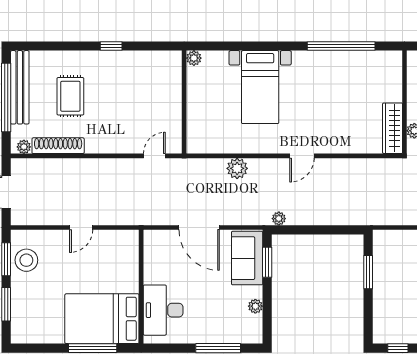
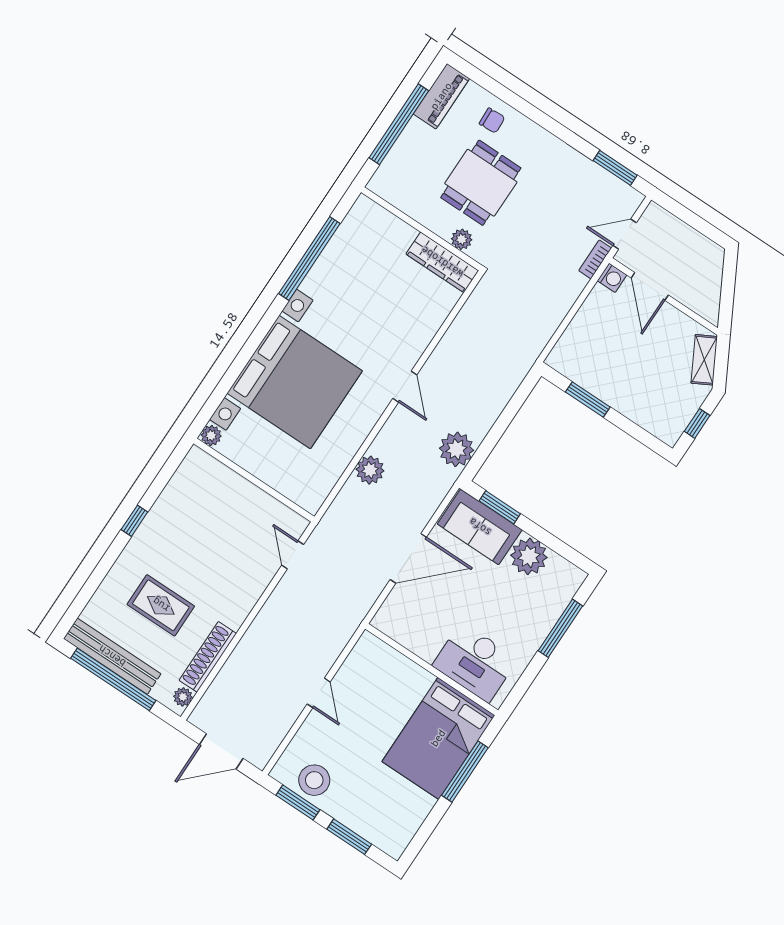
bed with nightstands: (260, 87) -> (295, 382), width x1.85
plant: (279, 219) -> (456, 449), width x1.87, depth x1.87
plant: (255, 306) -> (529, 556), width x1.87, depth x1.87

